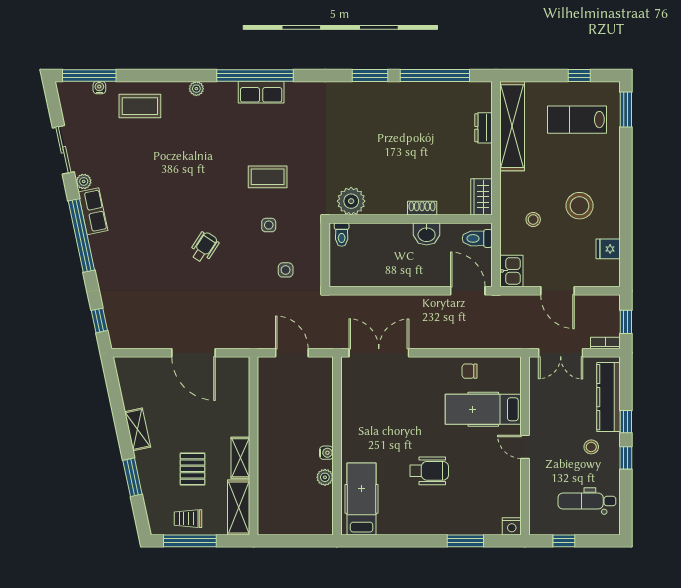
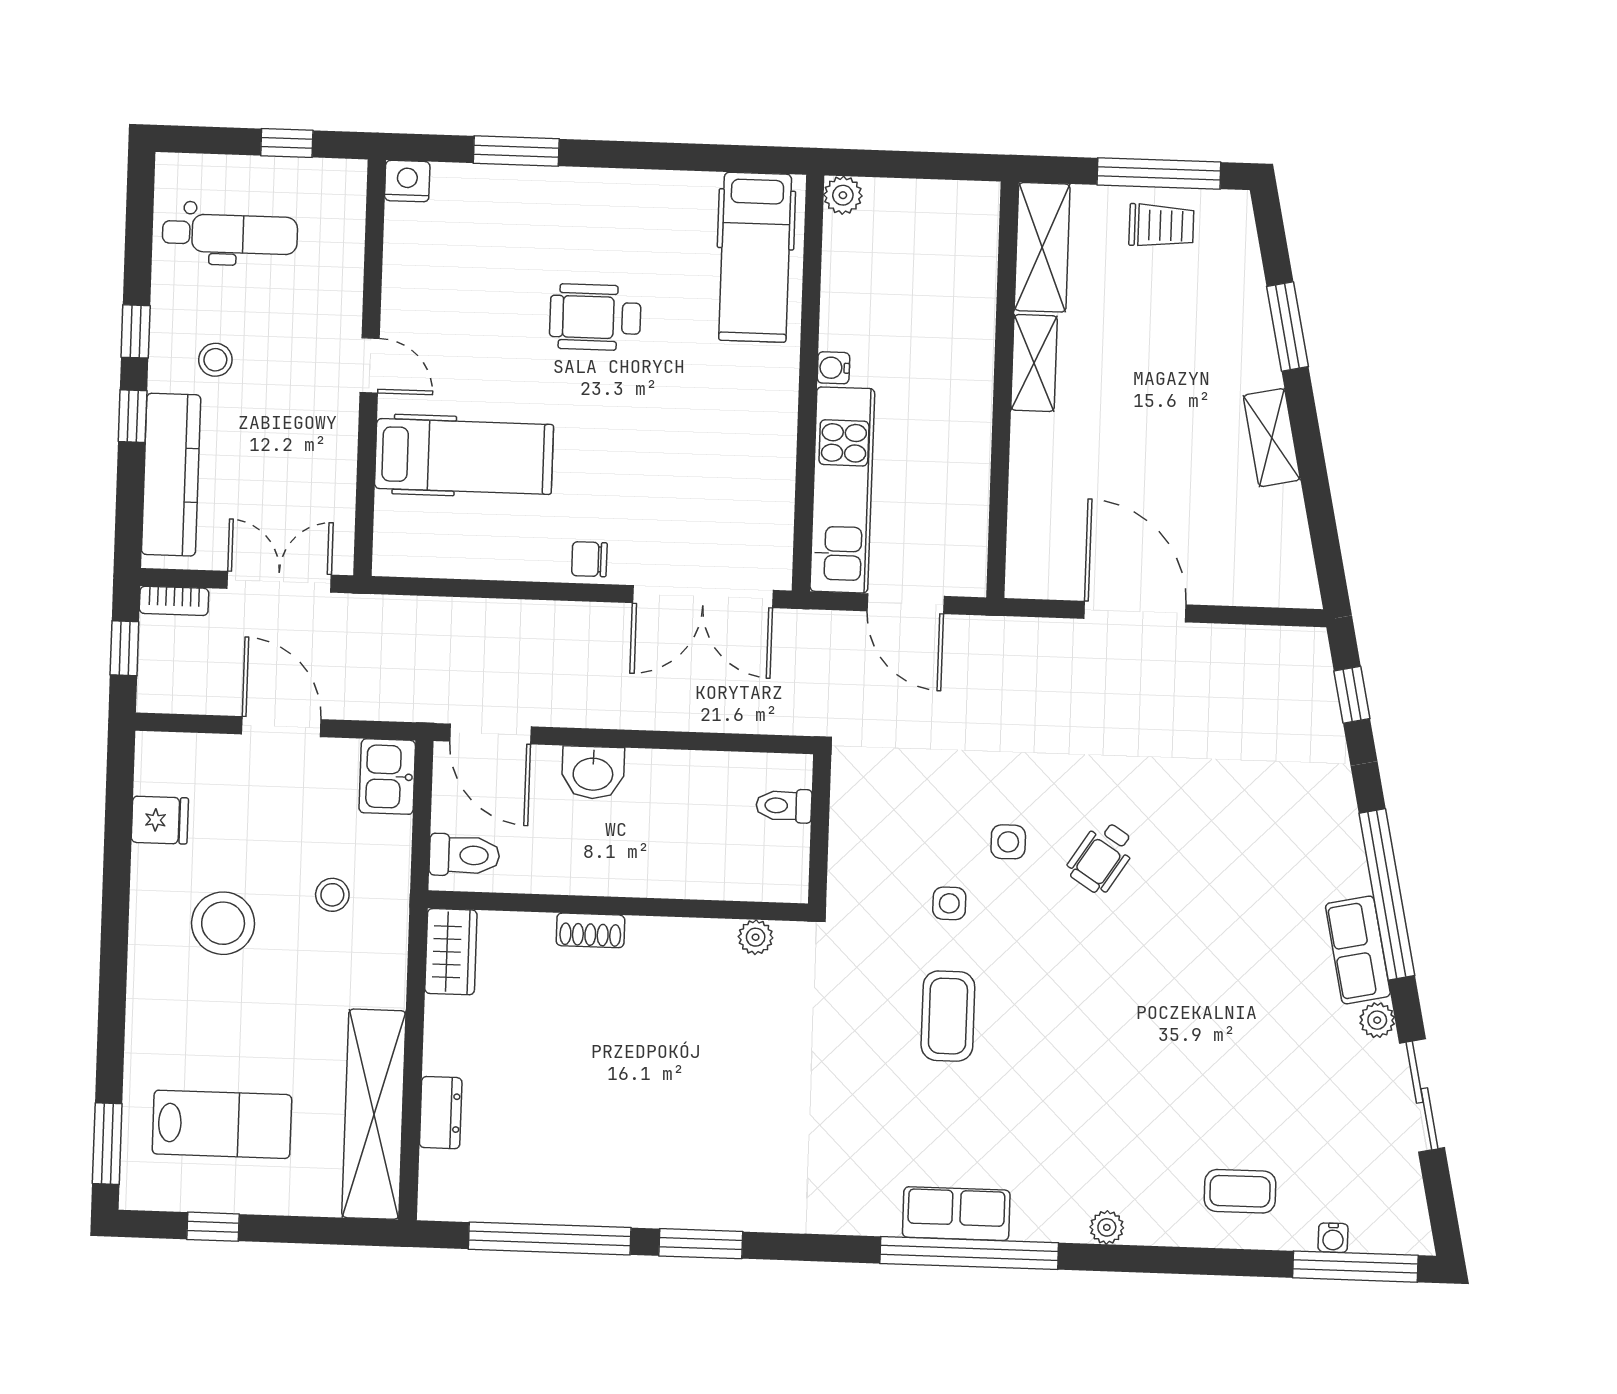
coffee table: (140, 106) -> (1240, 1191), width x0.73, depth x0.77
coffee table: (268, 177) -> (948, 1016), turned 90
plant: (351, 201) -> (756, 937), width x0.53, depth x0.53
washbasin: (427, 234) -> (593, 773), moved, turned 180
toilet: (342, 235) -> (784, 806), moved, turned -90
side table: (286, 270) -> (1008, 842), moved
chair: (470, 371) -> (589, 559), moved, turned 180
kitchen unit: (321, 401) -> (842, 490), added
pallet: (193, 469) -> (1147, 341), removed
plant: (325, 477) -> (843, 195), moved

